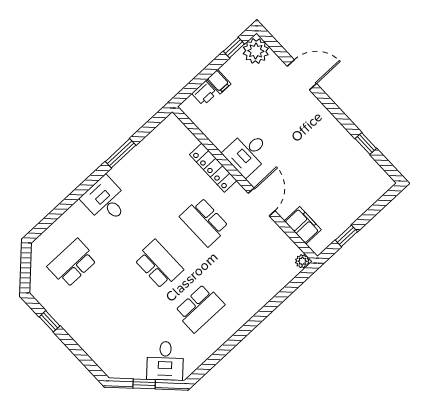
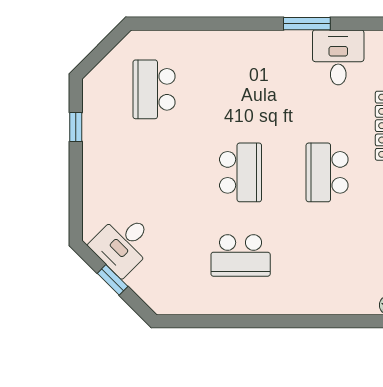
desk: (106, 200) -> (338, 57), moved
school desk: (72, 263) -> (154, 89), turned -90
desk: (165, 361) -> (123, 244), moved

